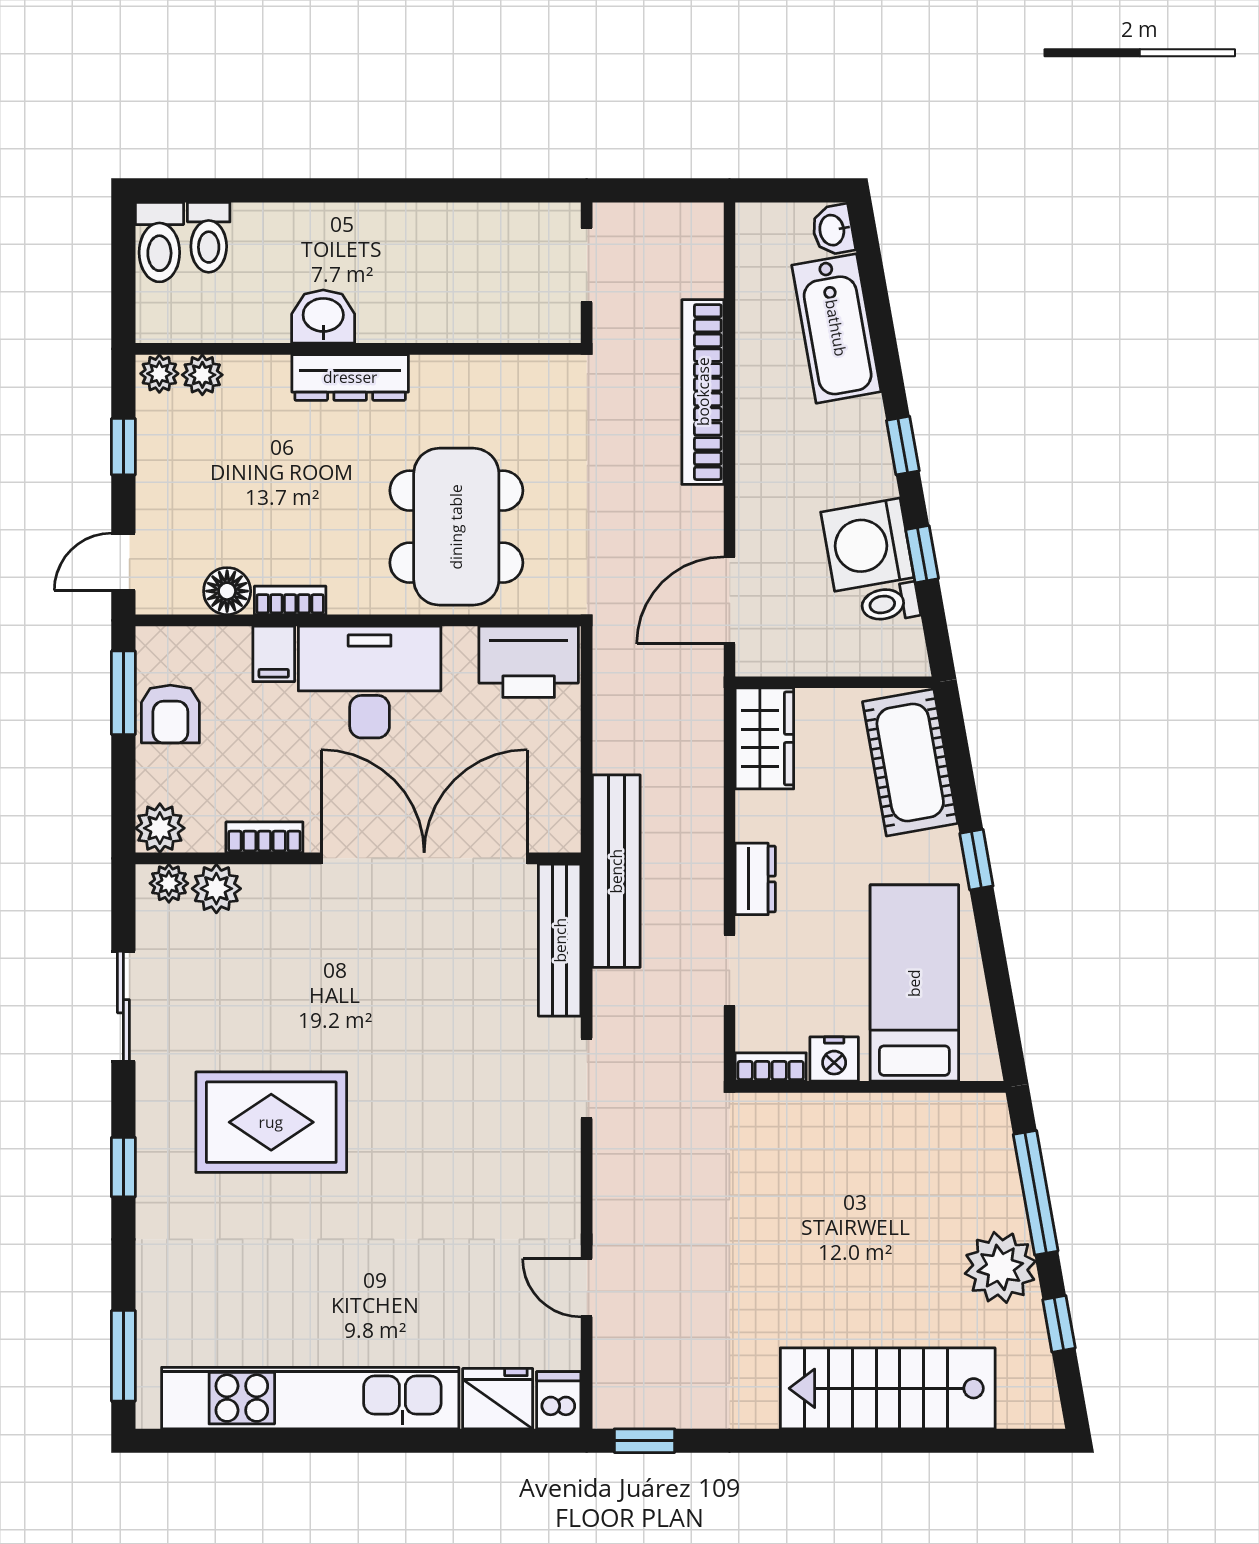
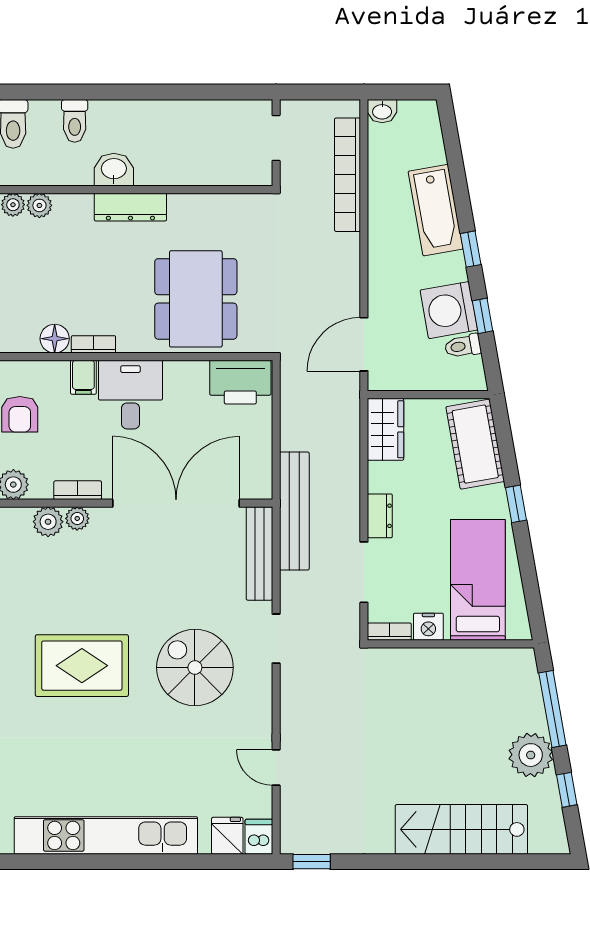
washbasin: (833, 230) -> (382, 111), moved, turned -80
toilet: (209, 237) -> (75, 121), moved
bathtub: (836, 328) -> (436, 210), moved
bookcase: (703, 392) -> (348, 175), moved
desk: (370, 682) -> (130, 395), width x0.73
plant: (169, 883) -> (77, 518), moved
doorway: (729, 970) -> (364, 572), width x1.38
spiral stairs: (455, 1125) -> (195, 667), added
fridge: (498, 1399) -> (227, 836), width x0.72

